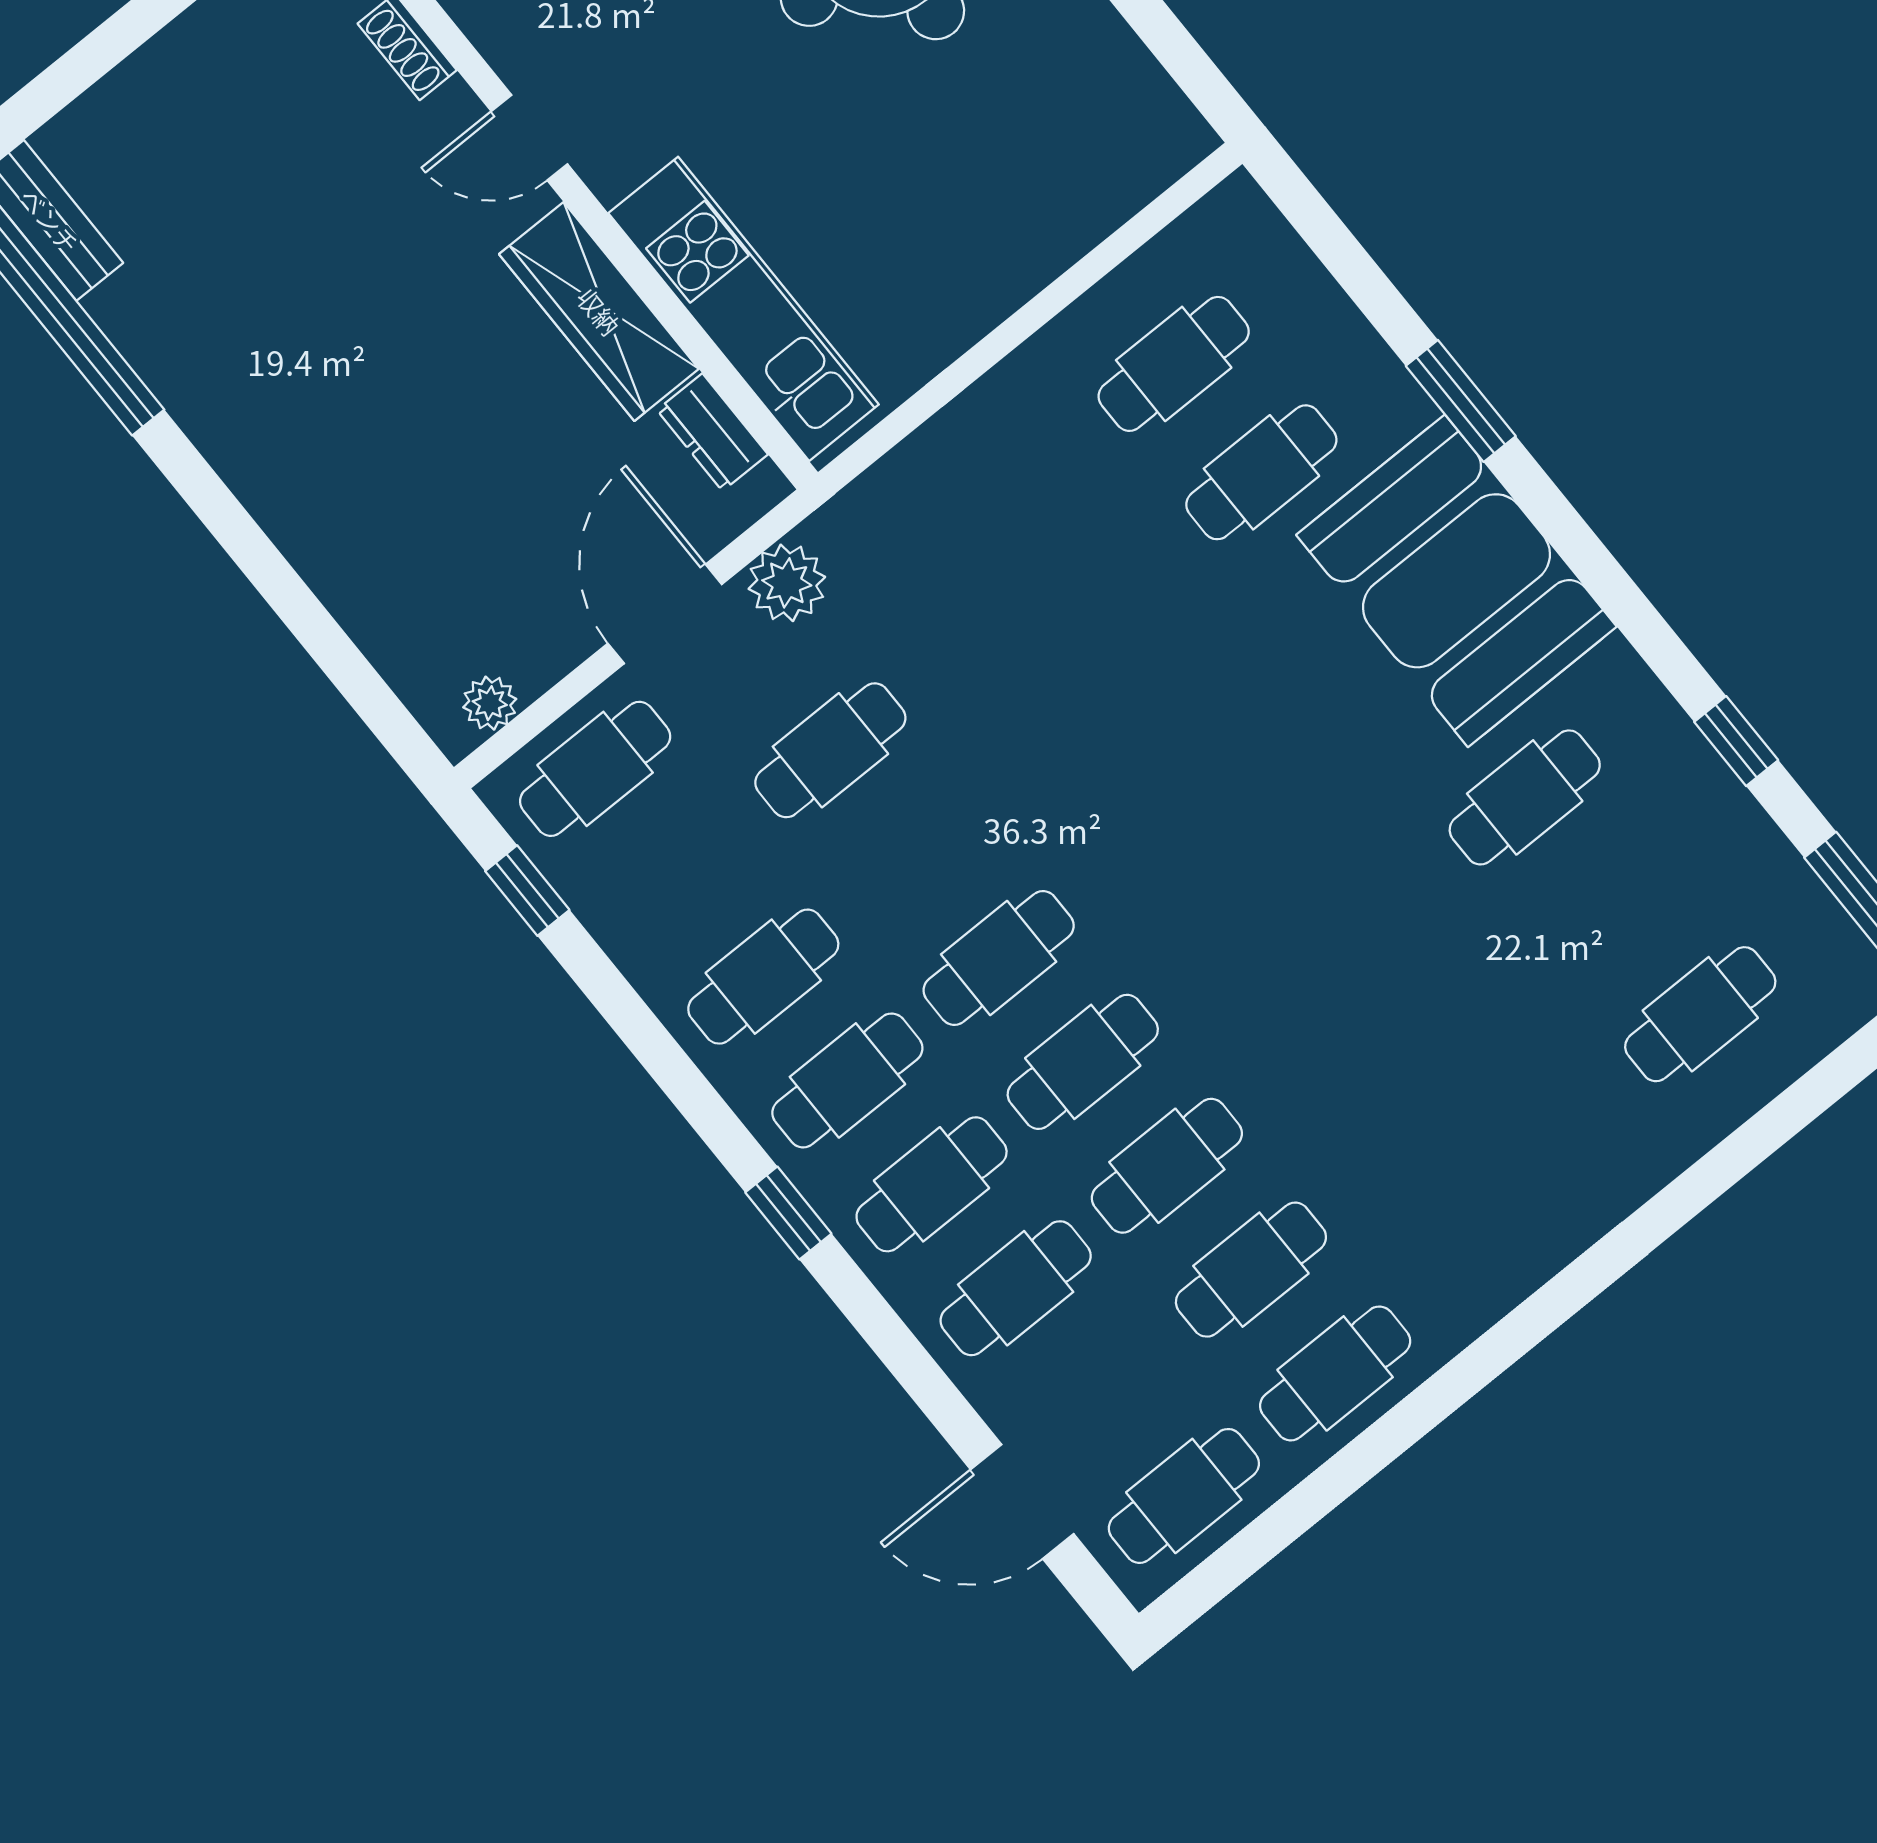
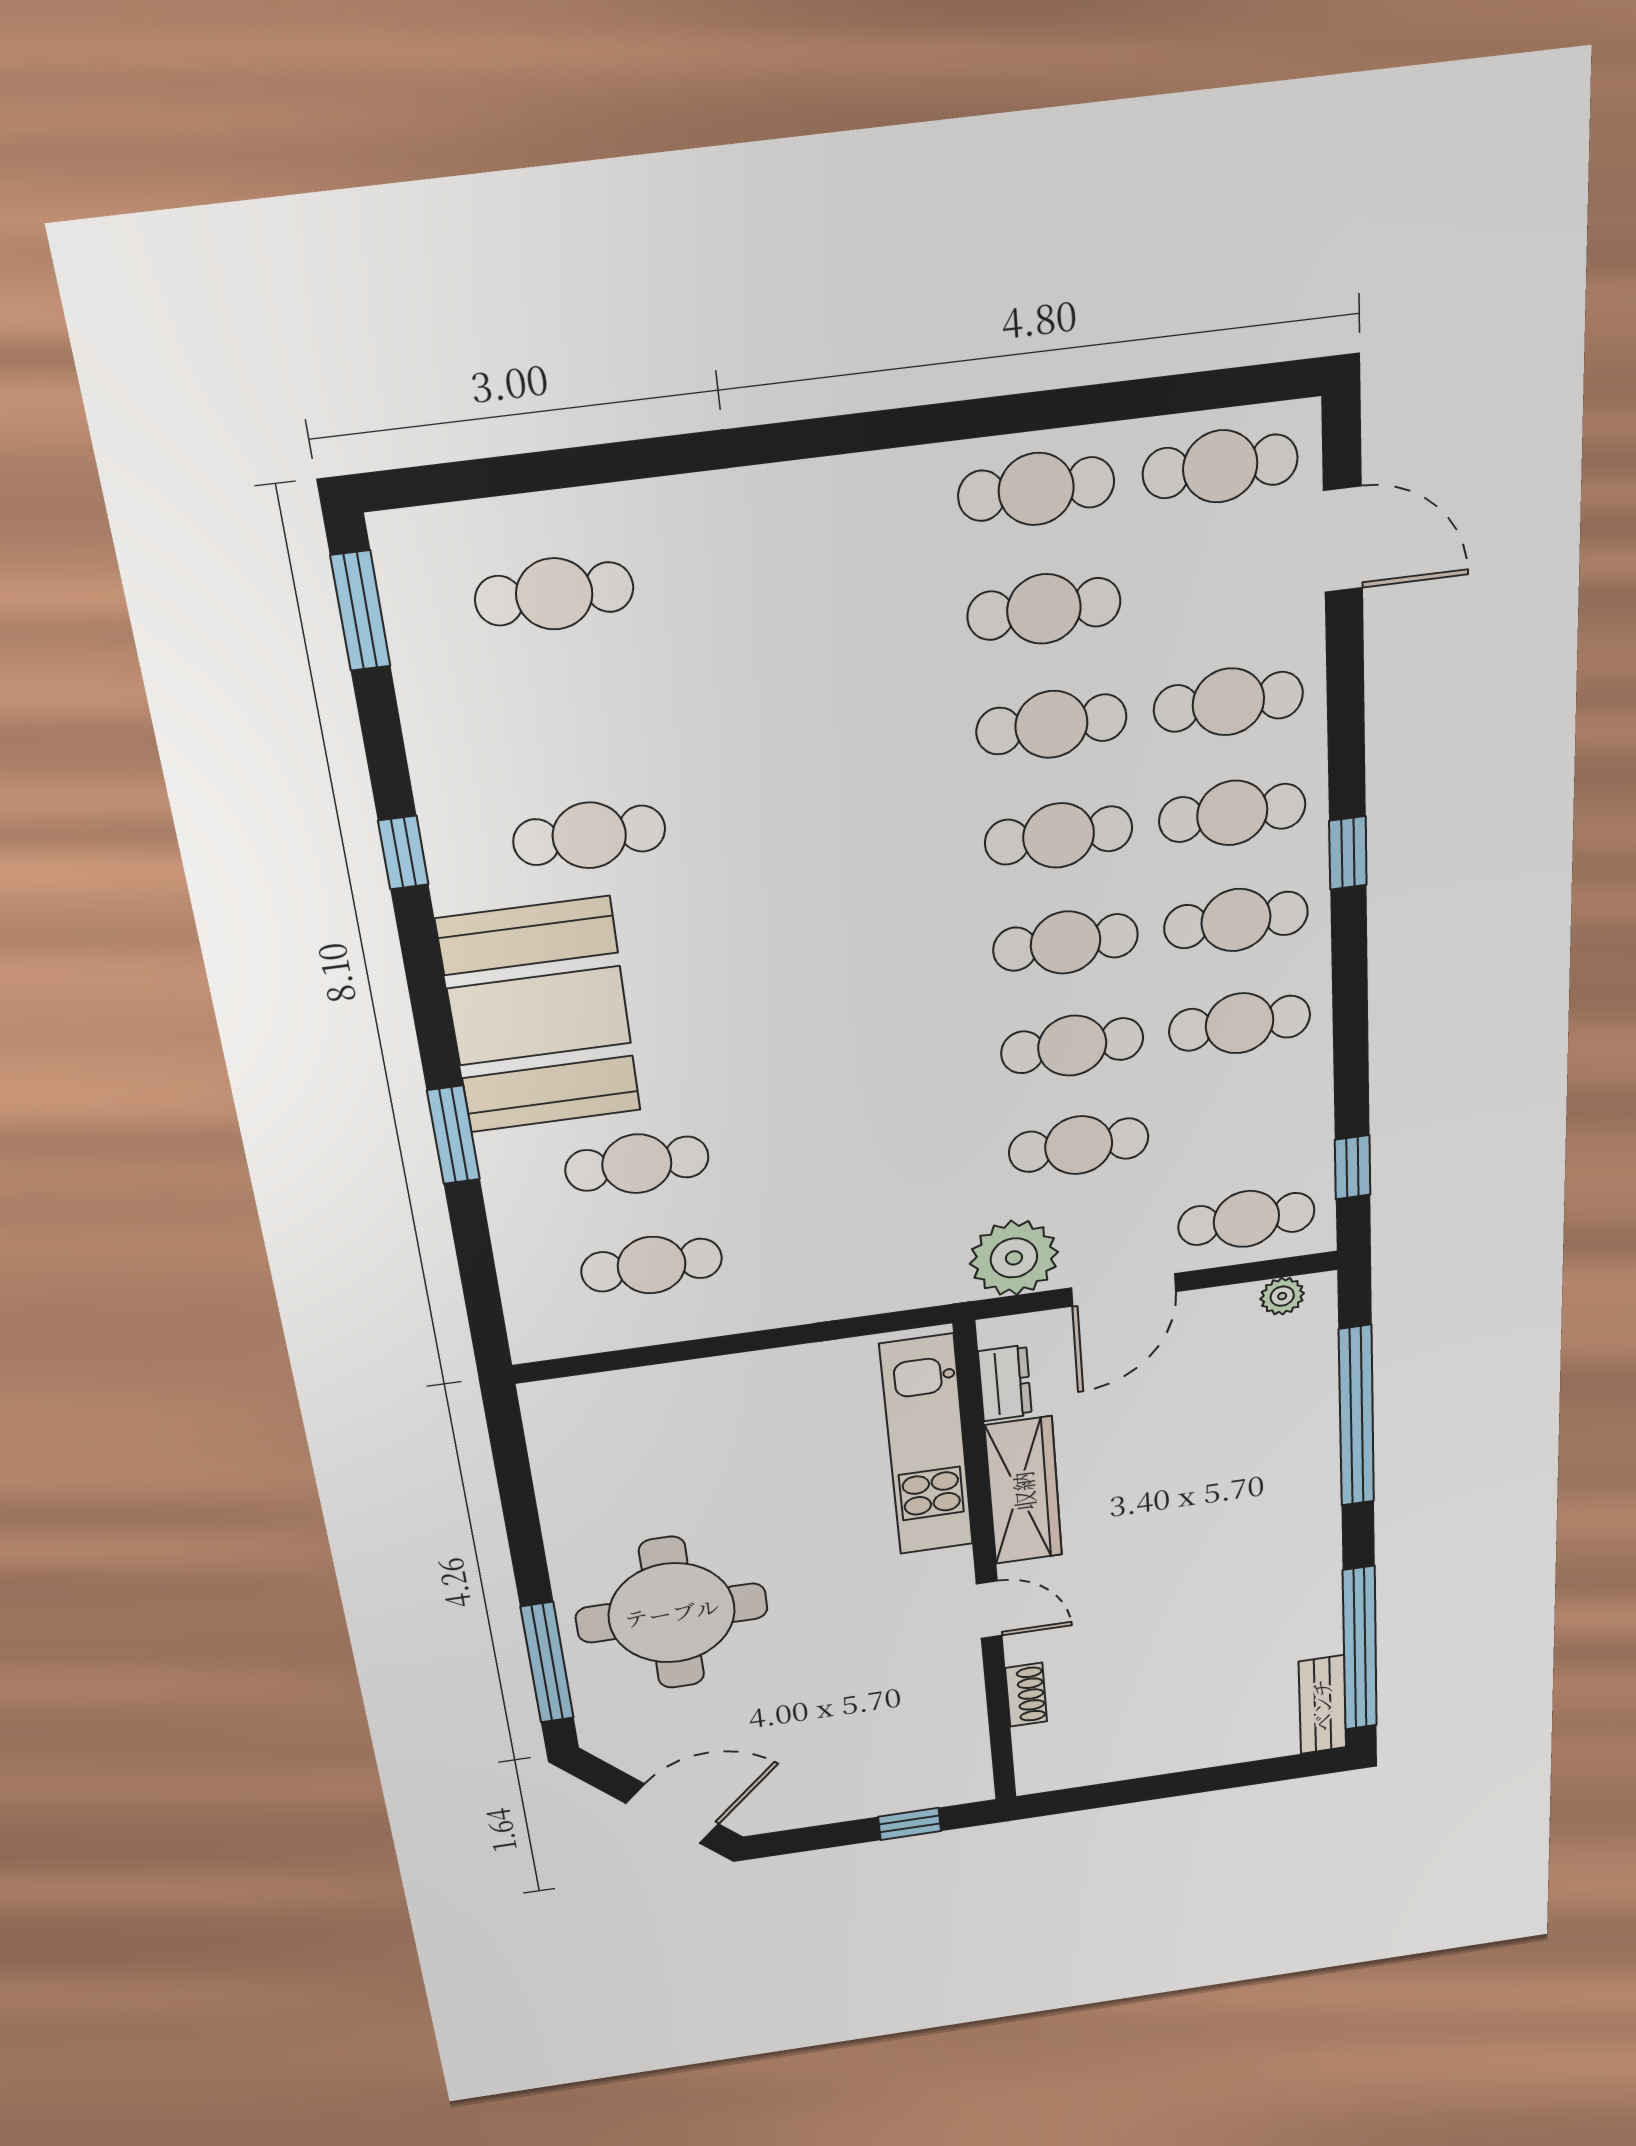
plant: (787, 583) -> (1014, 1258), width x1.36, depth x1.36
window: (298, 608) -> (1356, 1416), added
window: (1736, 741) -> (403, 853), moved
cafe table: (915, 854) -> (1072, 1046), added

